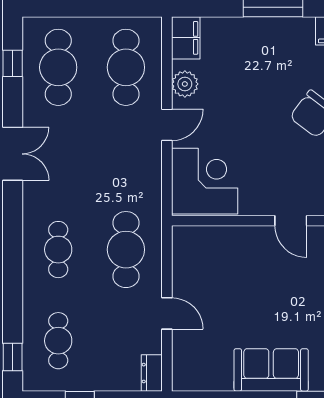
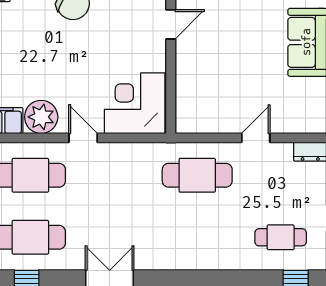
plant: (185, 84) -> (41, 117), width x1.36, depth x1.36
cafe table: (58, 250) -> (197, 237), removed

